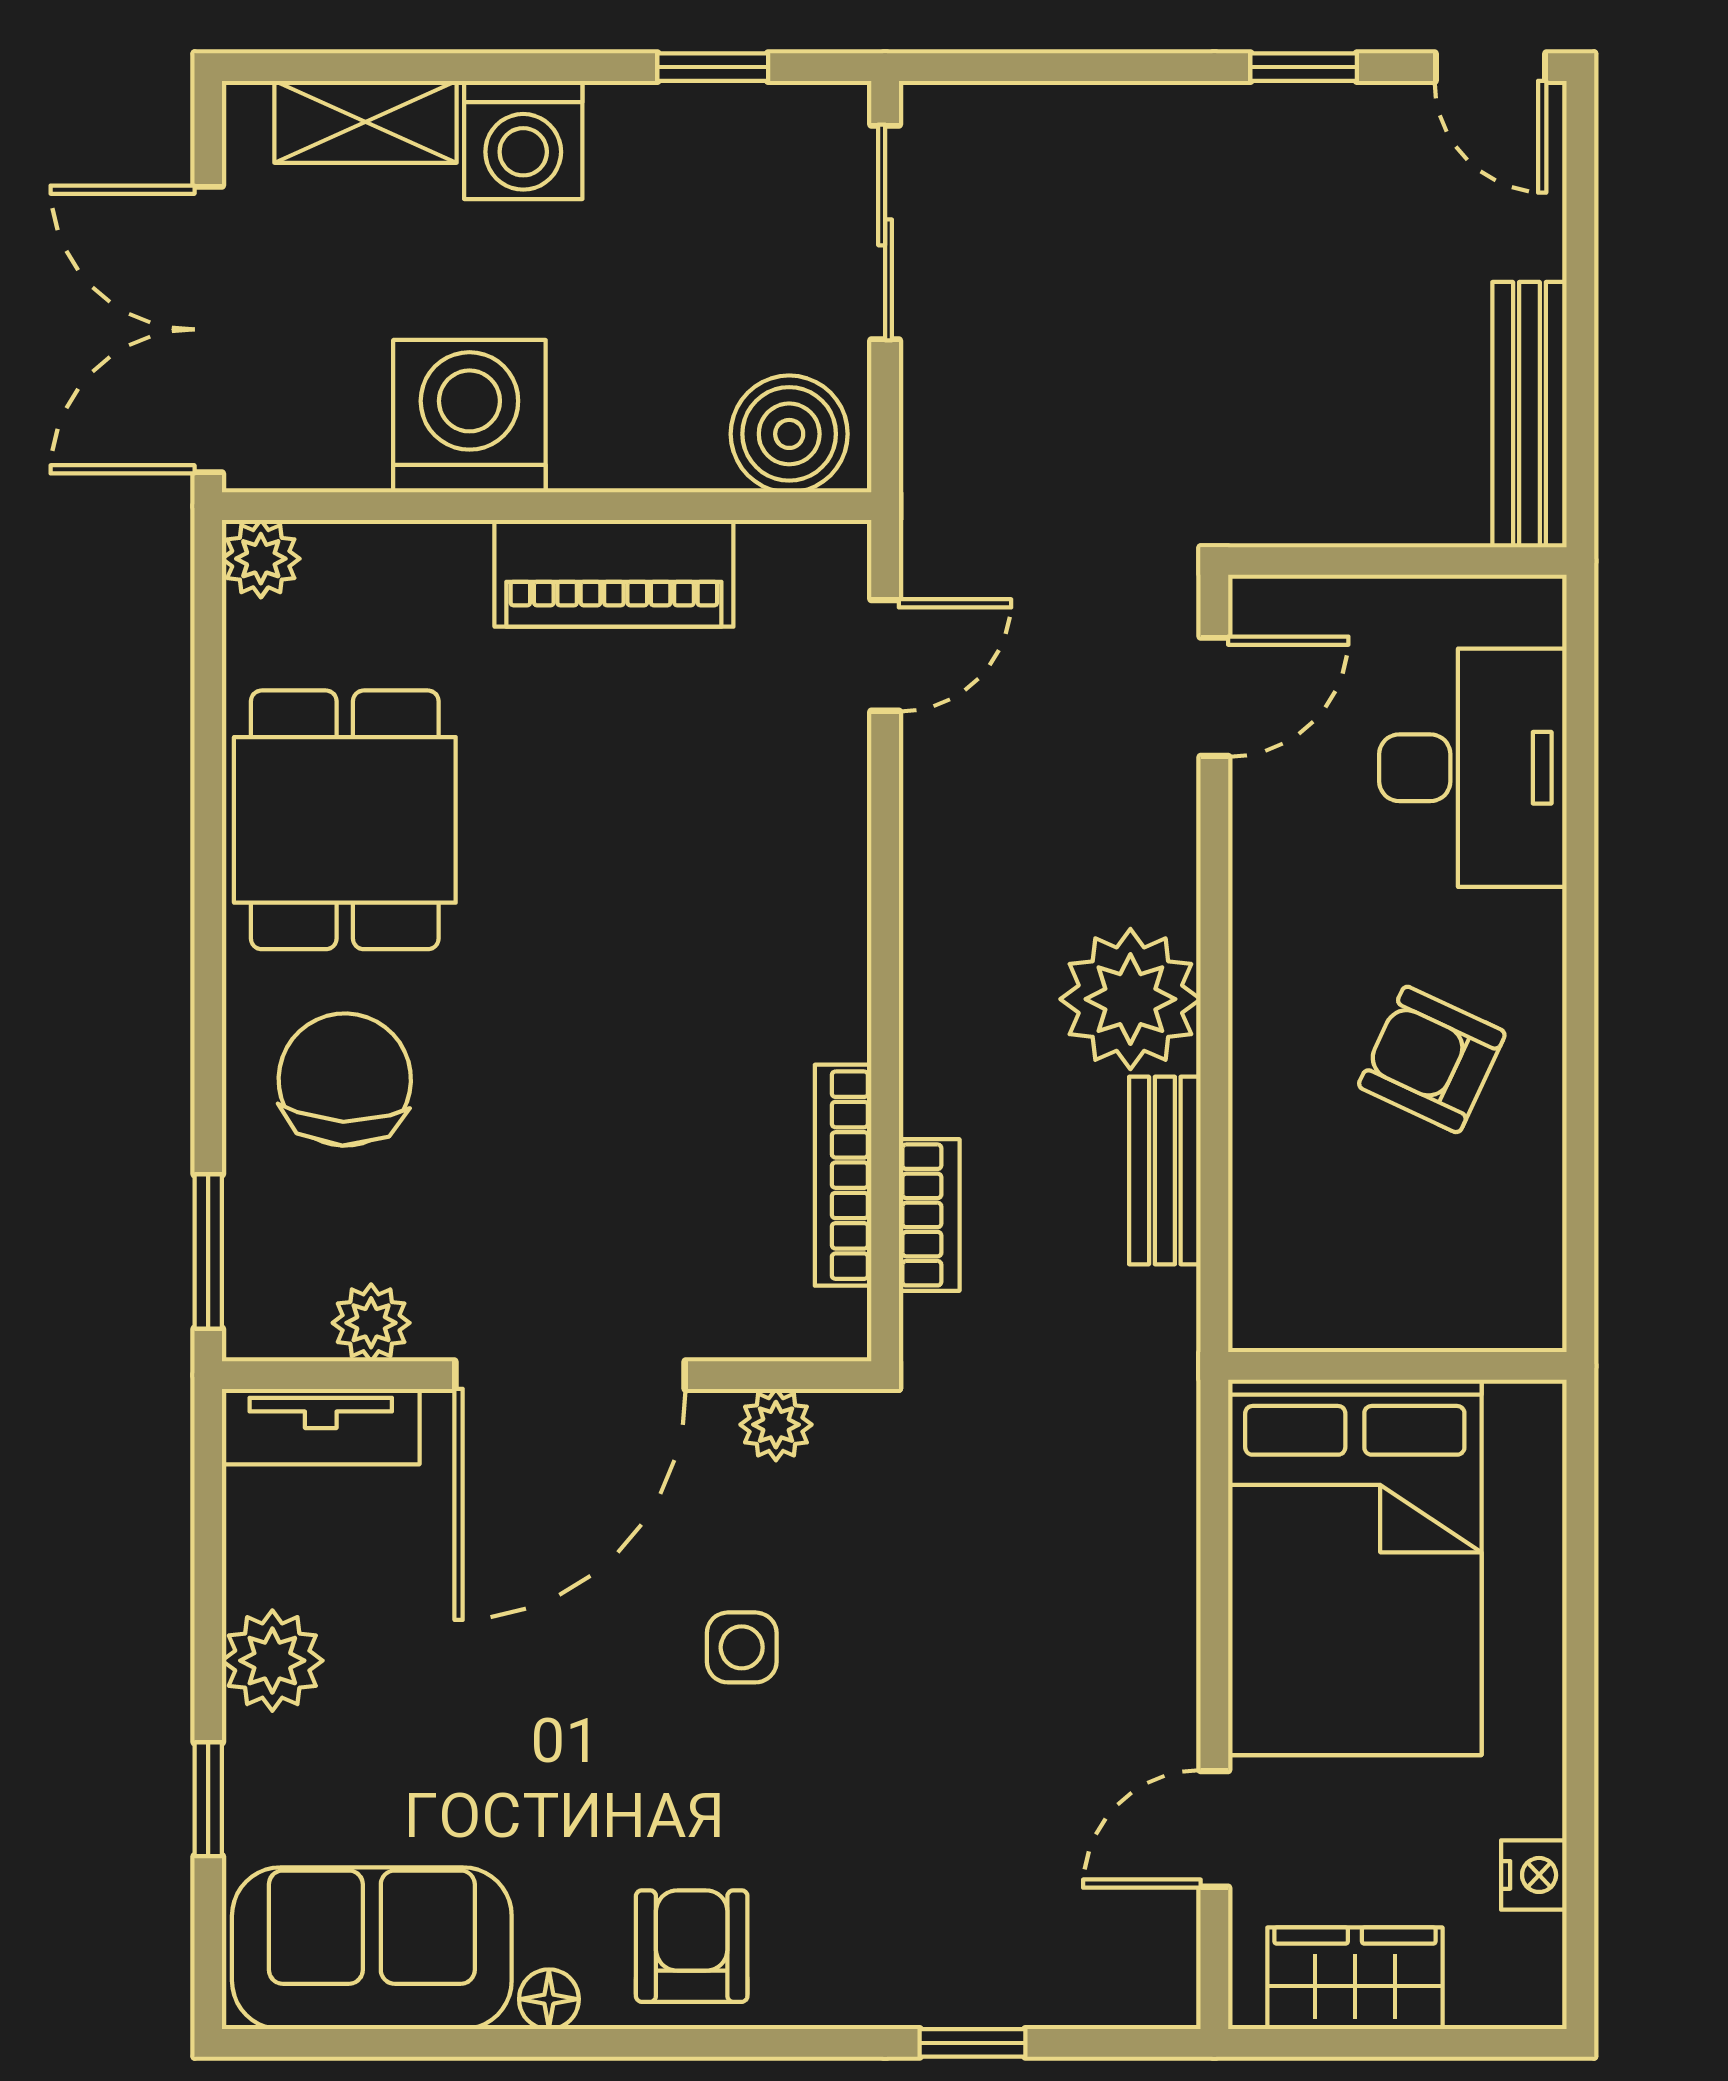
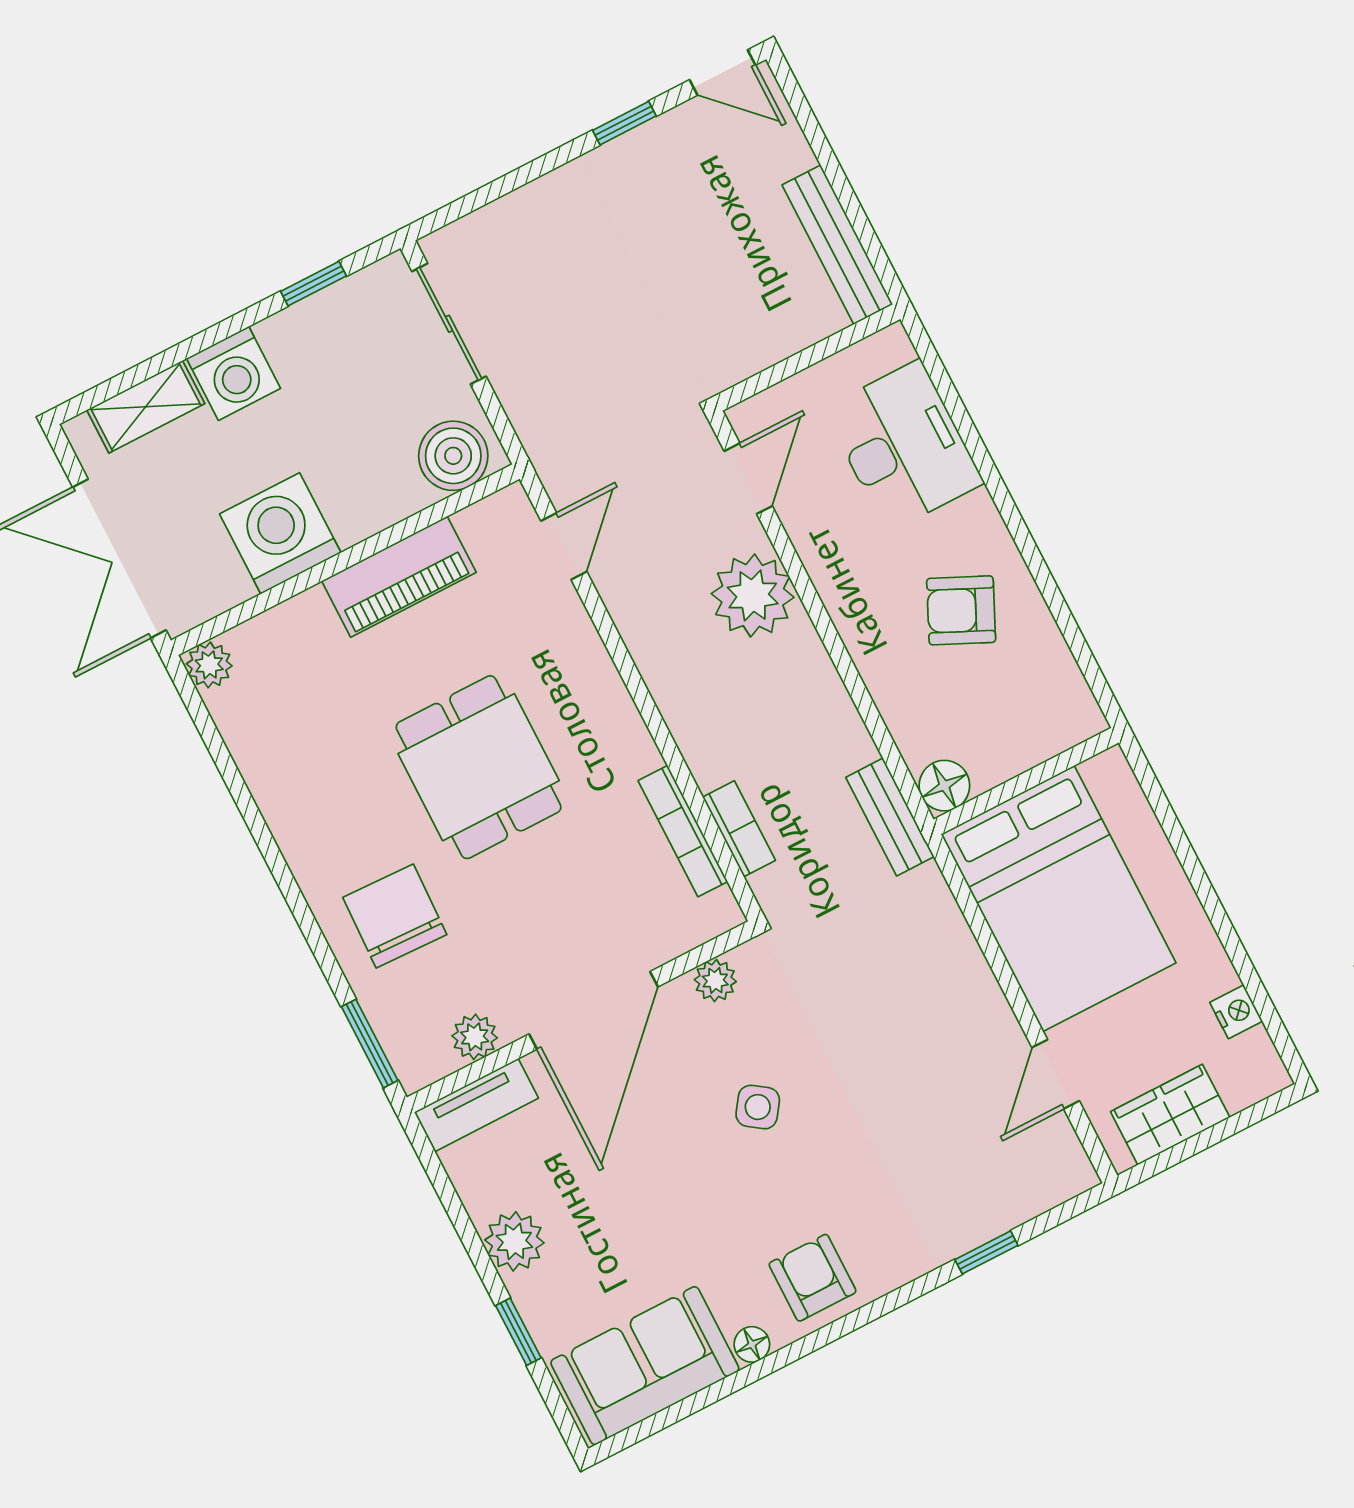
dining table: (345, 820) -> (479, 767), moved
plant: (1130, 999) -> (753, 595), moved
bench: (1165, 1171) -> (890, 817), moved
floor lamp: (1271, 1310) -> (944, 786), added
side table: (742, 1647) -> (758, 1107), turned 35

